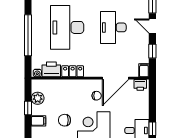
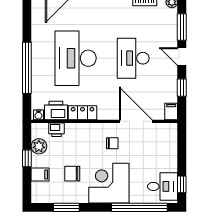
door: (115, 78) -> (136, 121), swing flipped
printer: (140, 85) -> (57, 130), moved

